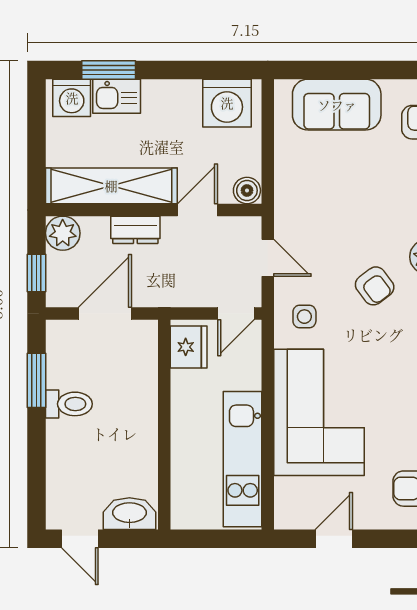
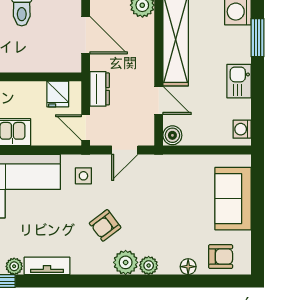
kitchen sink: (117, 96) -> (239, 81), moved
washing machine: (227, 103) -> (242, 129), width x0.53, depth x0.53
dresser: (135, 230) -> (100, 89), moved, turned 180
fridge: (189, 347) -> (58, 94), width x0.72

